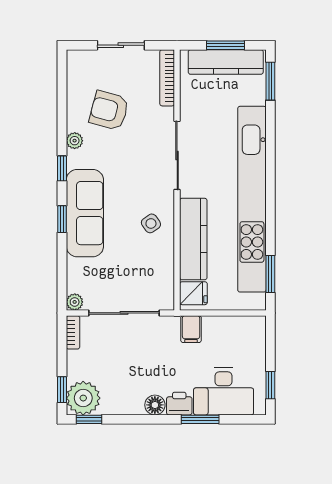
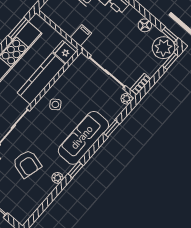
armchair: (109, 110) -> (27, 164), moved
window: (62, 219) -> (111, 129), moved
floor lamp: (155, 405) -> (145, 25), moved

